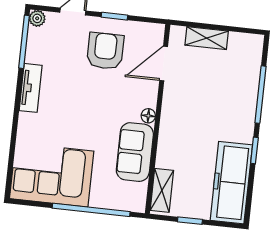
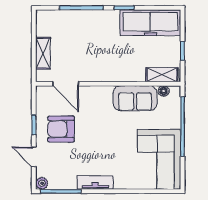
floor lamp: (148, 116) -> (164, 91), moved

